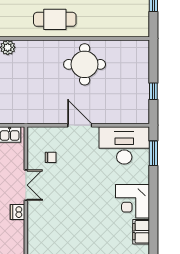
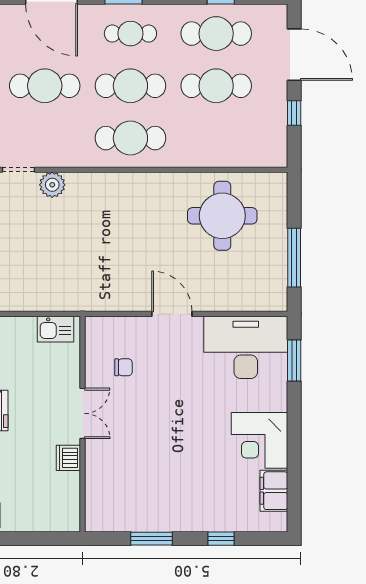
round table: (85, 64) -> (222, 216), moved
window: (153, 91) -> (294, 258), width x2.17

